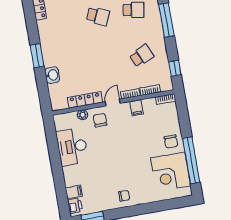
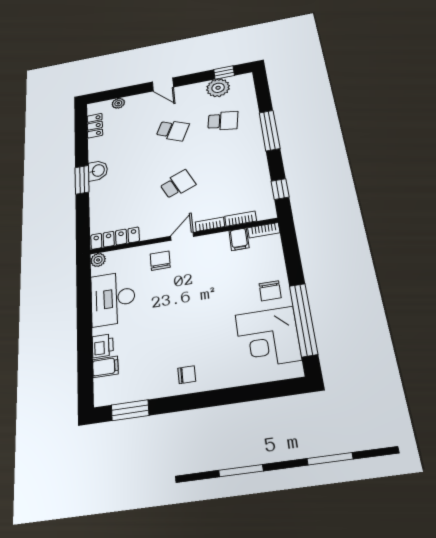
school desk: (142, 56) -> (178, 184), moved
washbasin: (52, 75) -> (98, 171), moved
locker: (85, 100) -> (115, 238), moved
filing cabinet: (137, 108) -> (239, 239), moved
plant: (83, 115) -> (98, 260), moved
printer: (75, 206) -> (103, 346), moved

